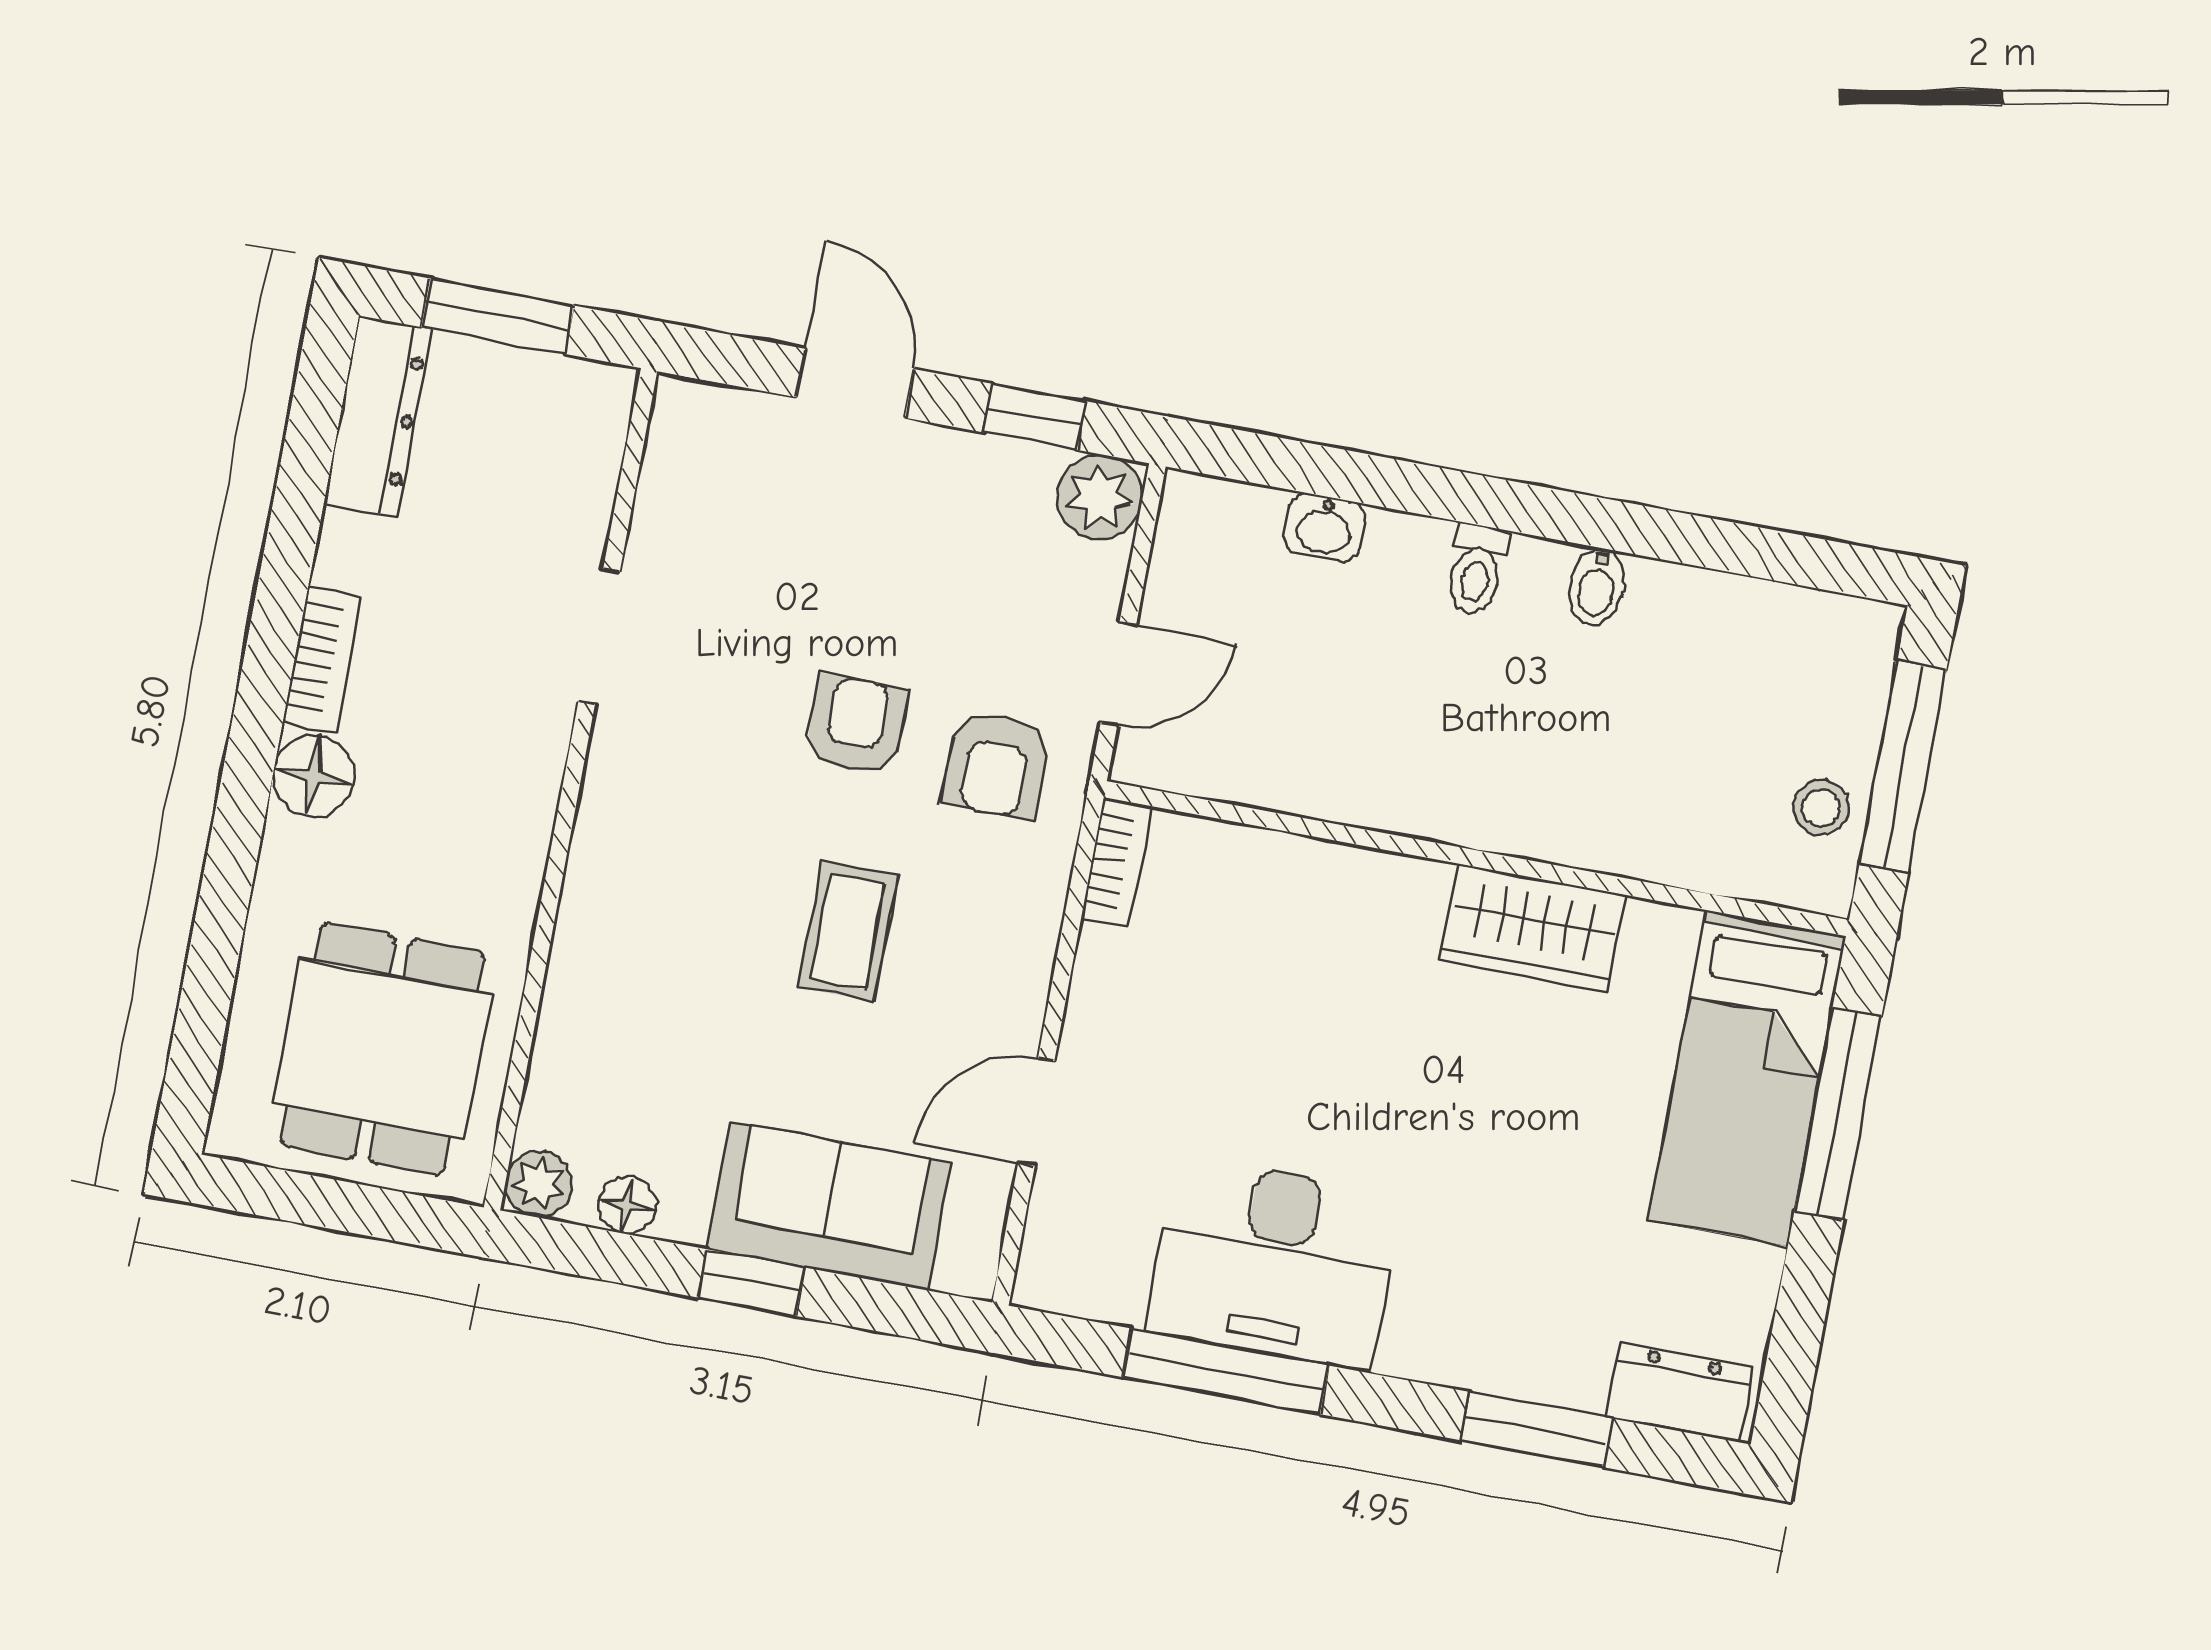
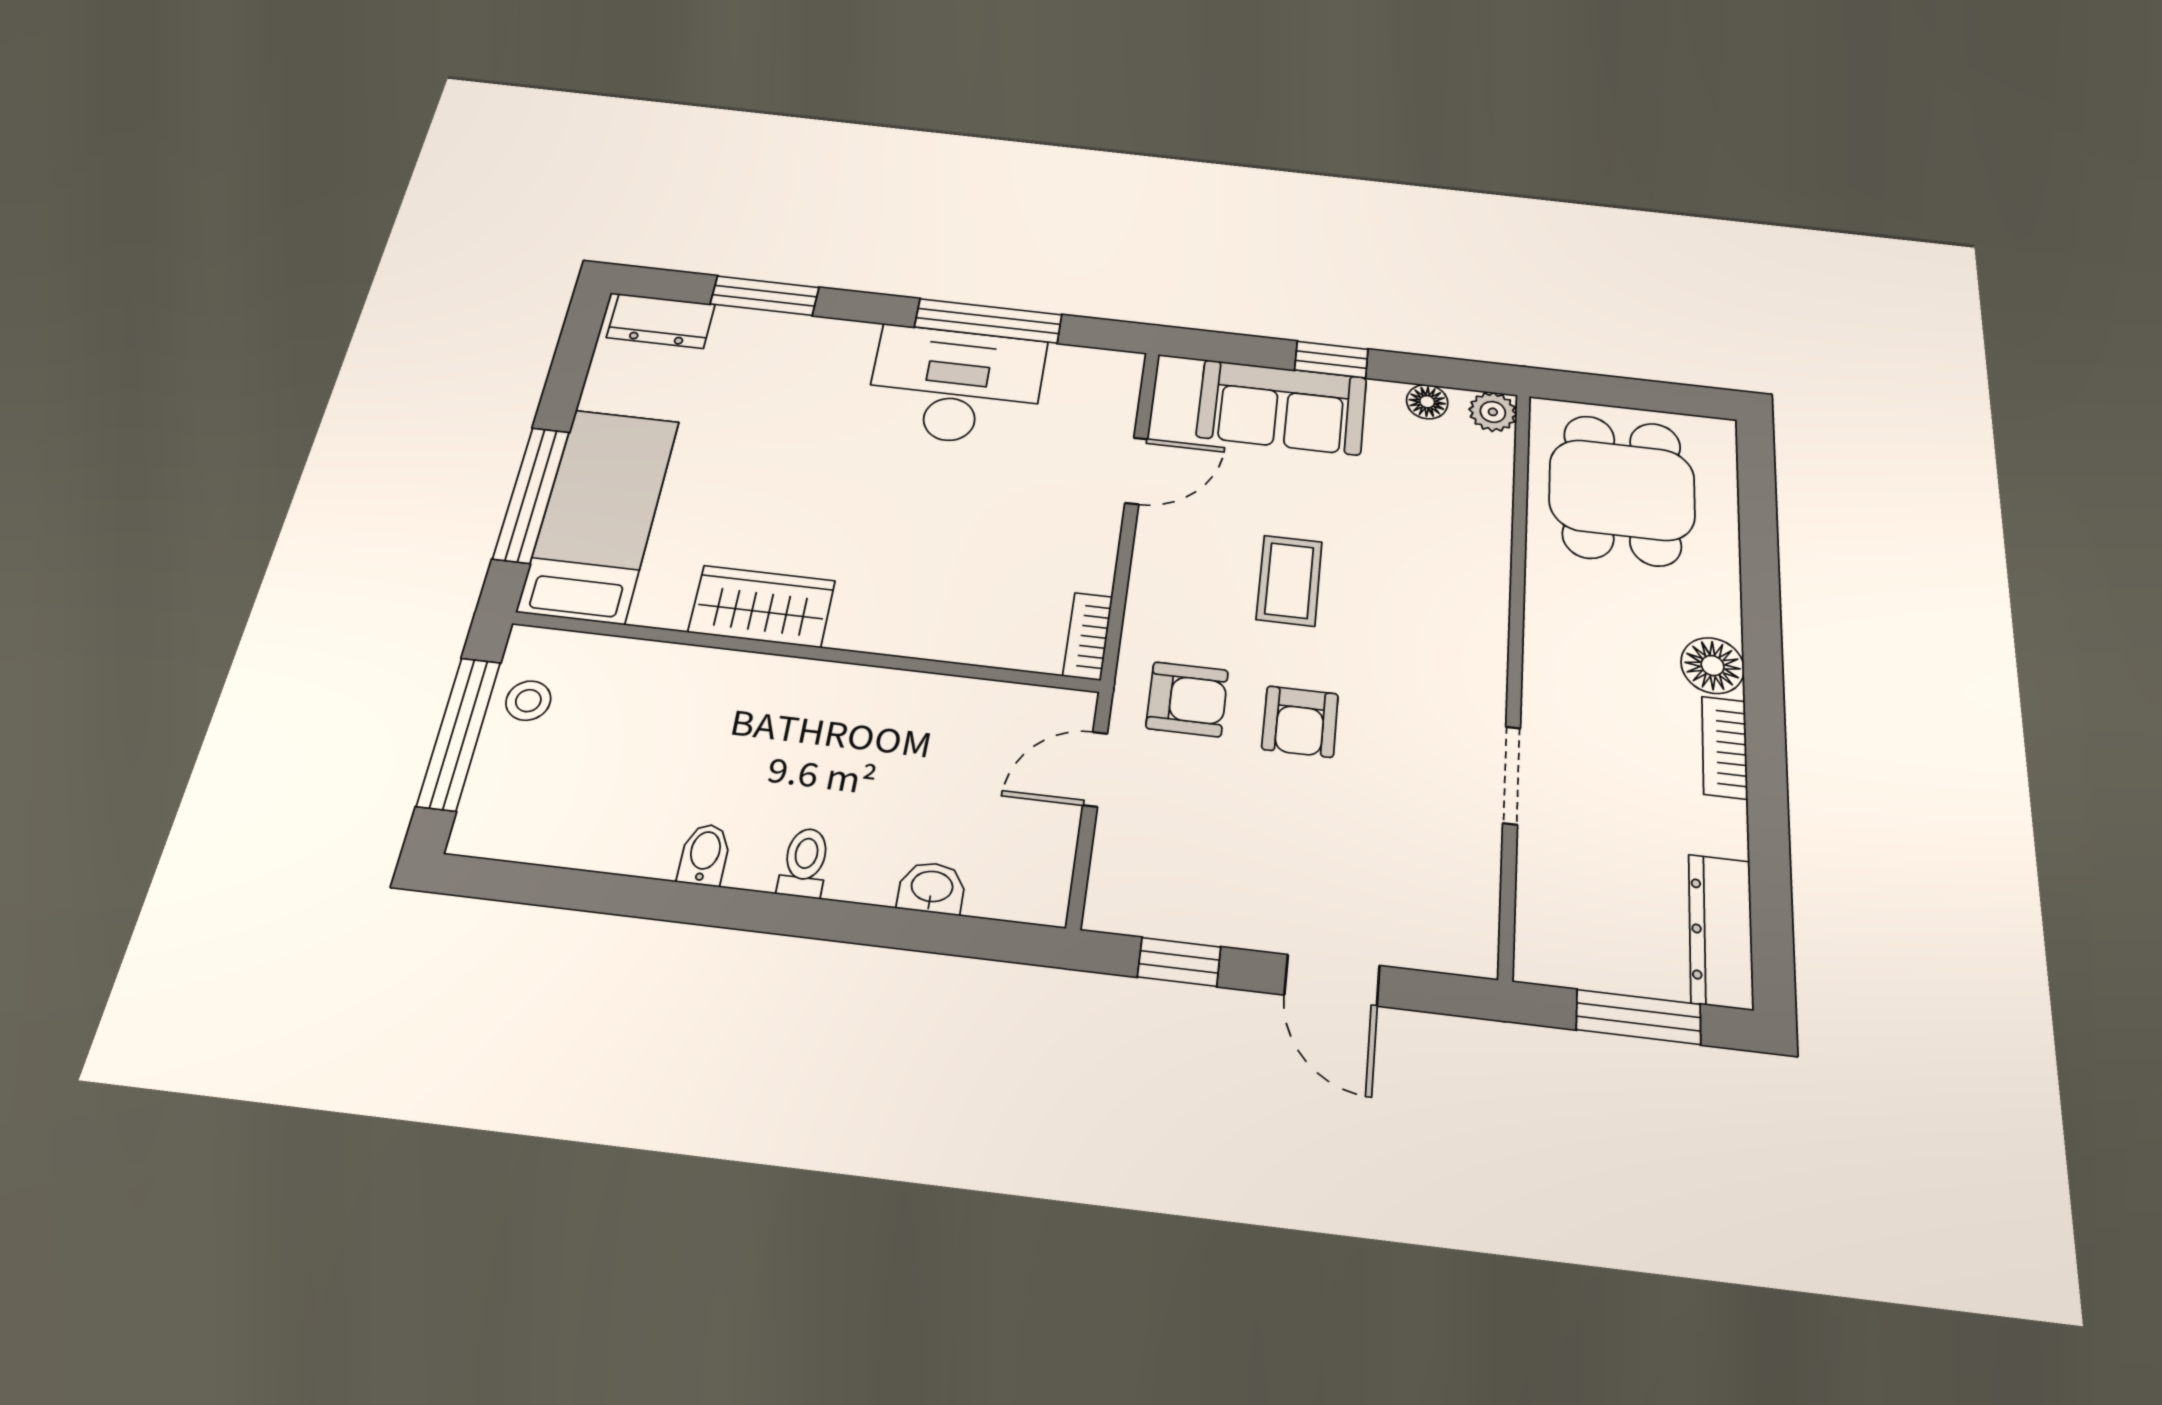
plant: (1100, 497) -> (1120, 901), removed
armchair: (996, 765) -> (1187, 699), turned 90

